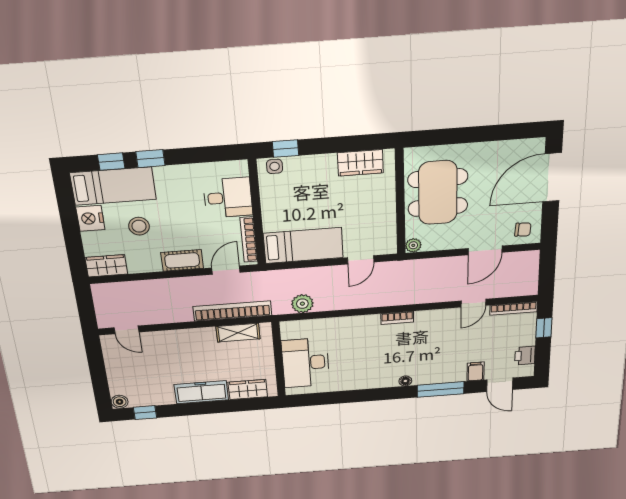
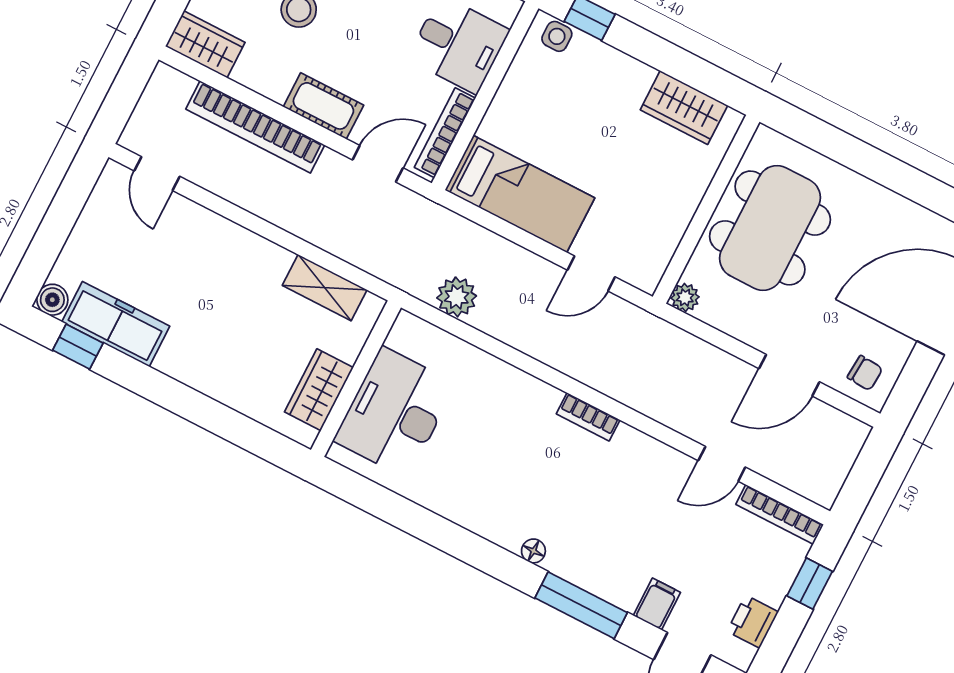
bookcase: (232, 311) -> (255, 127), moved, turned 180
wardrobe: (248, 390) -> (319, 390), moved, turned -90
freezer: (201, 392) -> (116, 324), moved

